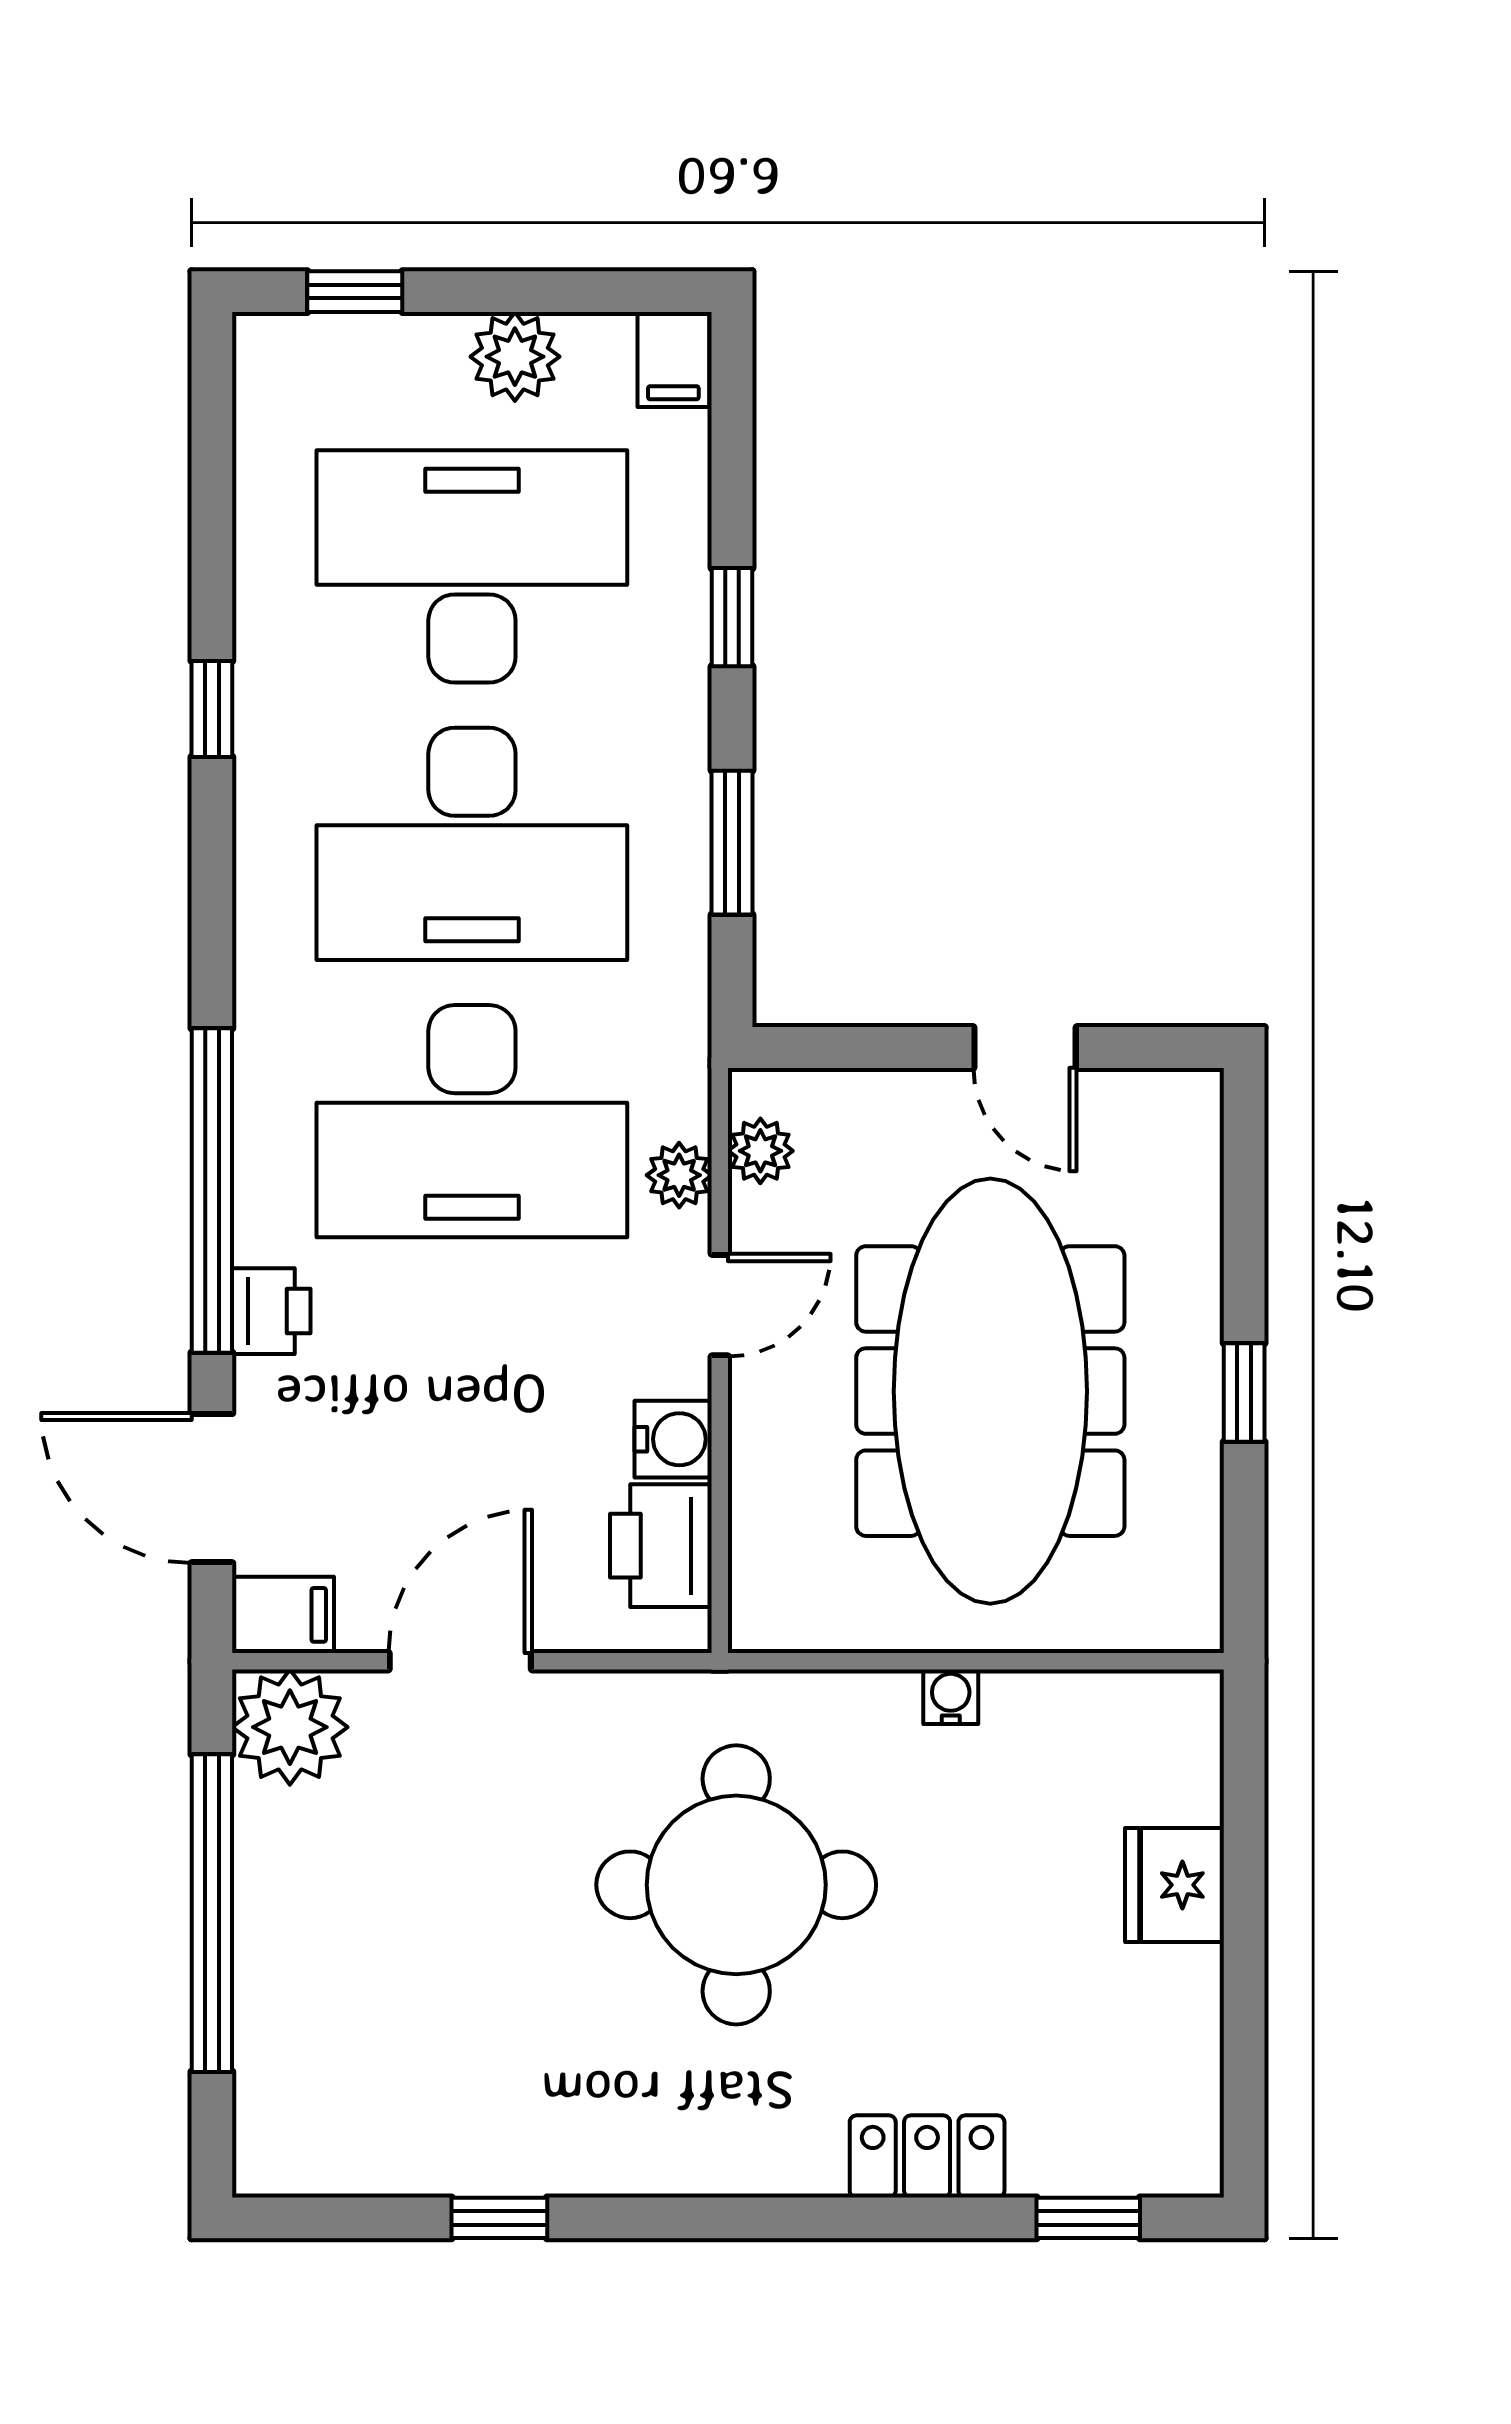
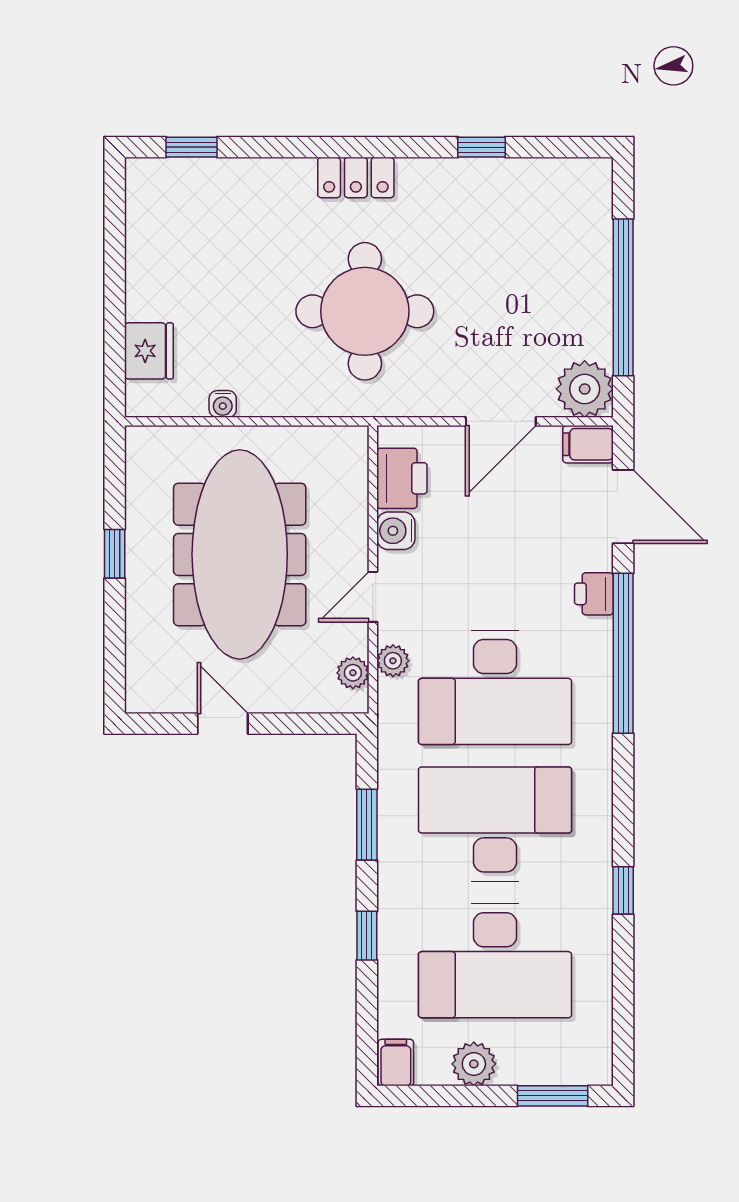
window: (355, 292) -> (553, 1096), width x1.50
desk: (472, 1121) -> (495, 687), turned 180
water cooler: (951, 1697) -> (223, 404), moved
fridge: (1175, 1885) -> (149, 351), moved
locker: (927, 2156) -> (356, 178), moved

